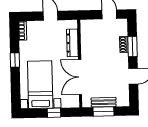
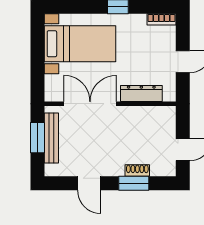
bench: (104, 102) -> (51, 138), width x1.36
window: (54, 113) -> (37, 63), removed

